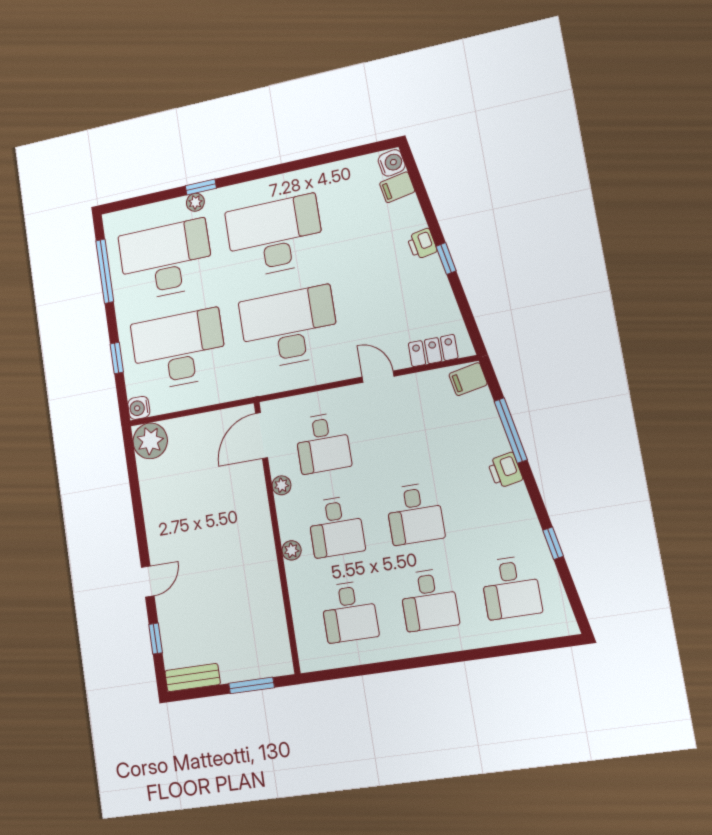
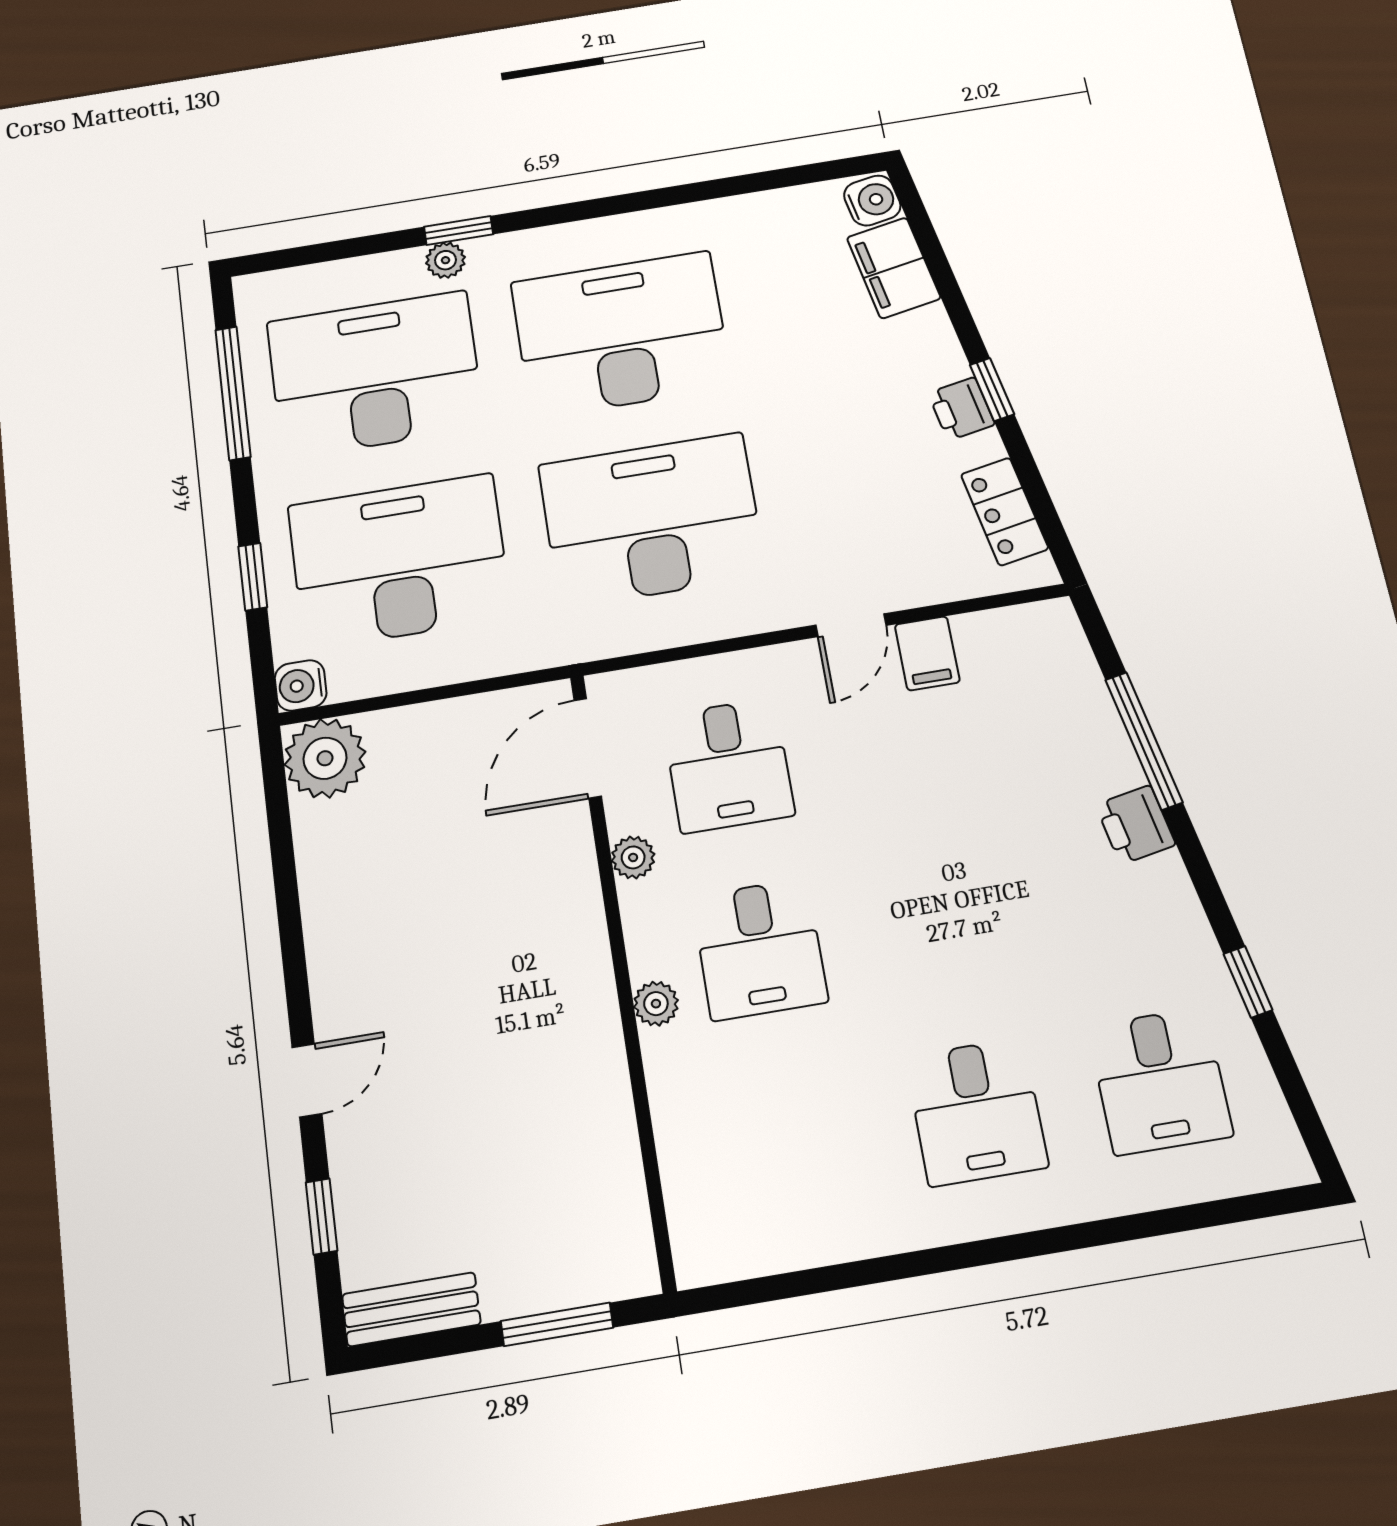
filing cabinet: (397, 187) -> (894, 268), width x2.00
printer: (422, 244) -> (961, 409), moved
locker: (433, 351) -> (1005, 511), moved, turned -100
door: (378, 377) -> (851, 625), swing flipped
filing cabinet: (468, 379) -> (927, 653), moved, turned -80
desk: (415, 514) -> (939, 919), removed
desk: (349, 612) -> (792, 1143), removed

